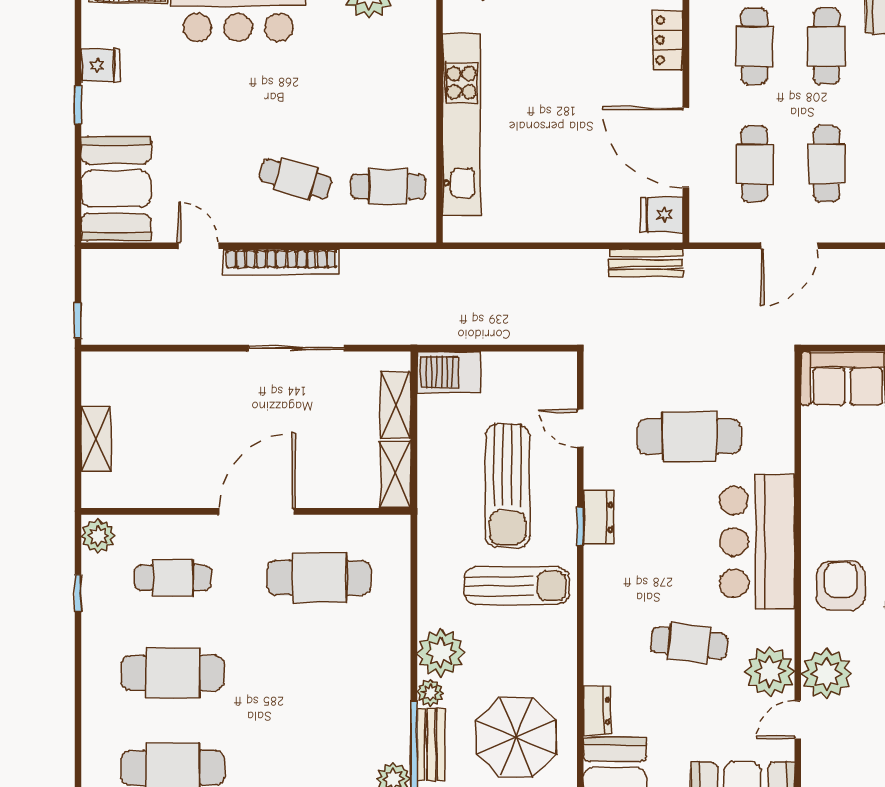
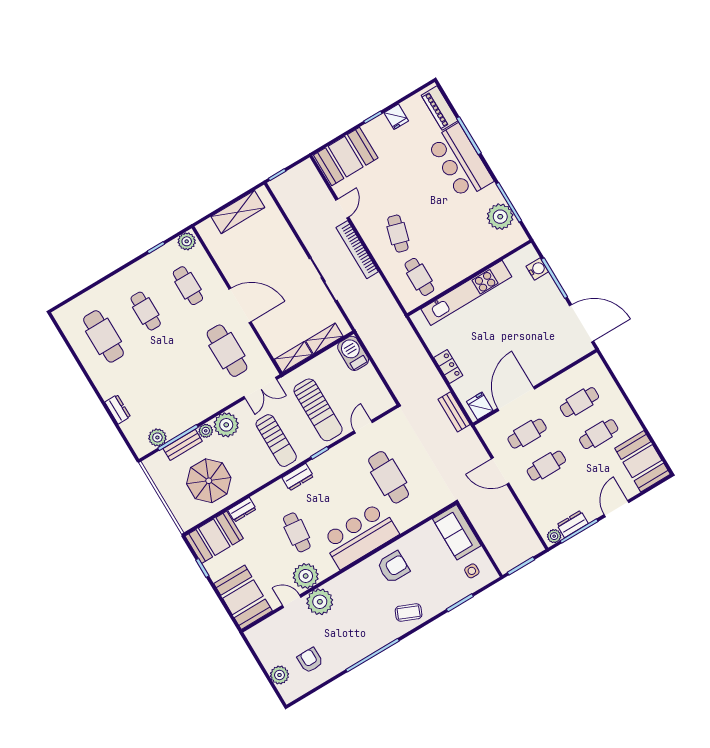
locker: (668, 40) -> (448, 367), moved, turned 90
shelving: (96, 439) -> (238, 212), width x1.50, depth x1.33
sun lounger: (507, 486) -> (318, 410), turned -90
dresser: (599, 518) -> (298, 477), moved
double door: (414, 560) -> (260, 388), added
armchair: (841, 585) -> (393, 567), moved
cafe table: (173, 673) -> (146, 311), width x0.73, depth x0.74

